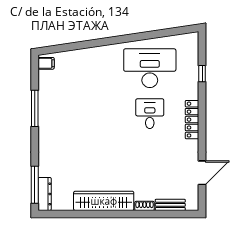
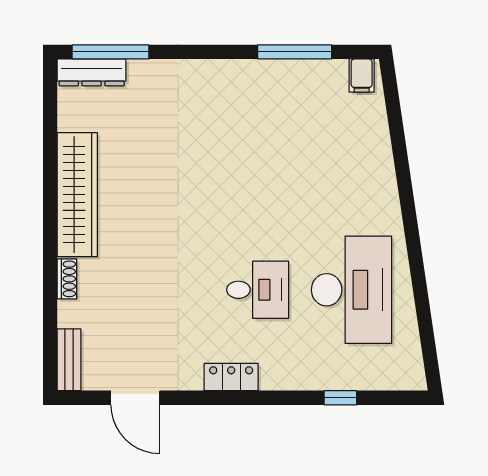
window: (35, 108) -> (295, 52), moved
locker: (192, 120) -> (231, 377), width x0.66
bench: (170, 205) -> (69, 360), moved

